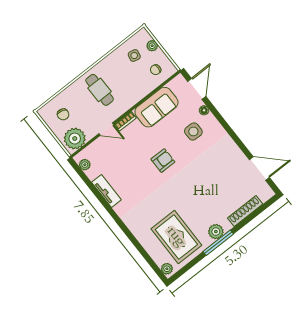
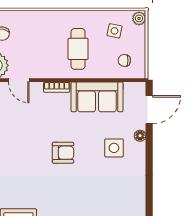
plant: (152, 46) -> (139, 18), moved
cafe table: (100, 90) -> (78, 49), moved
door: (106, 129) -> (19, 80), moved

